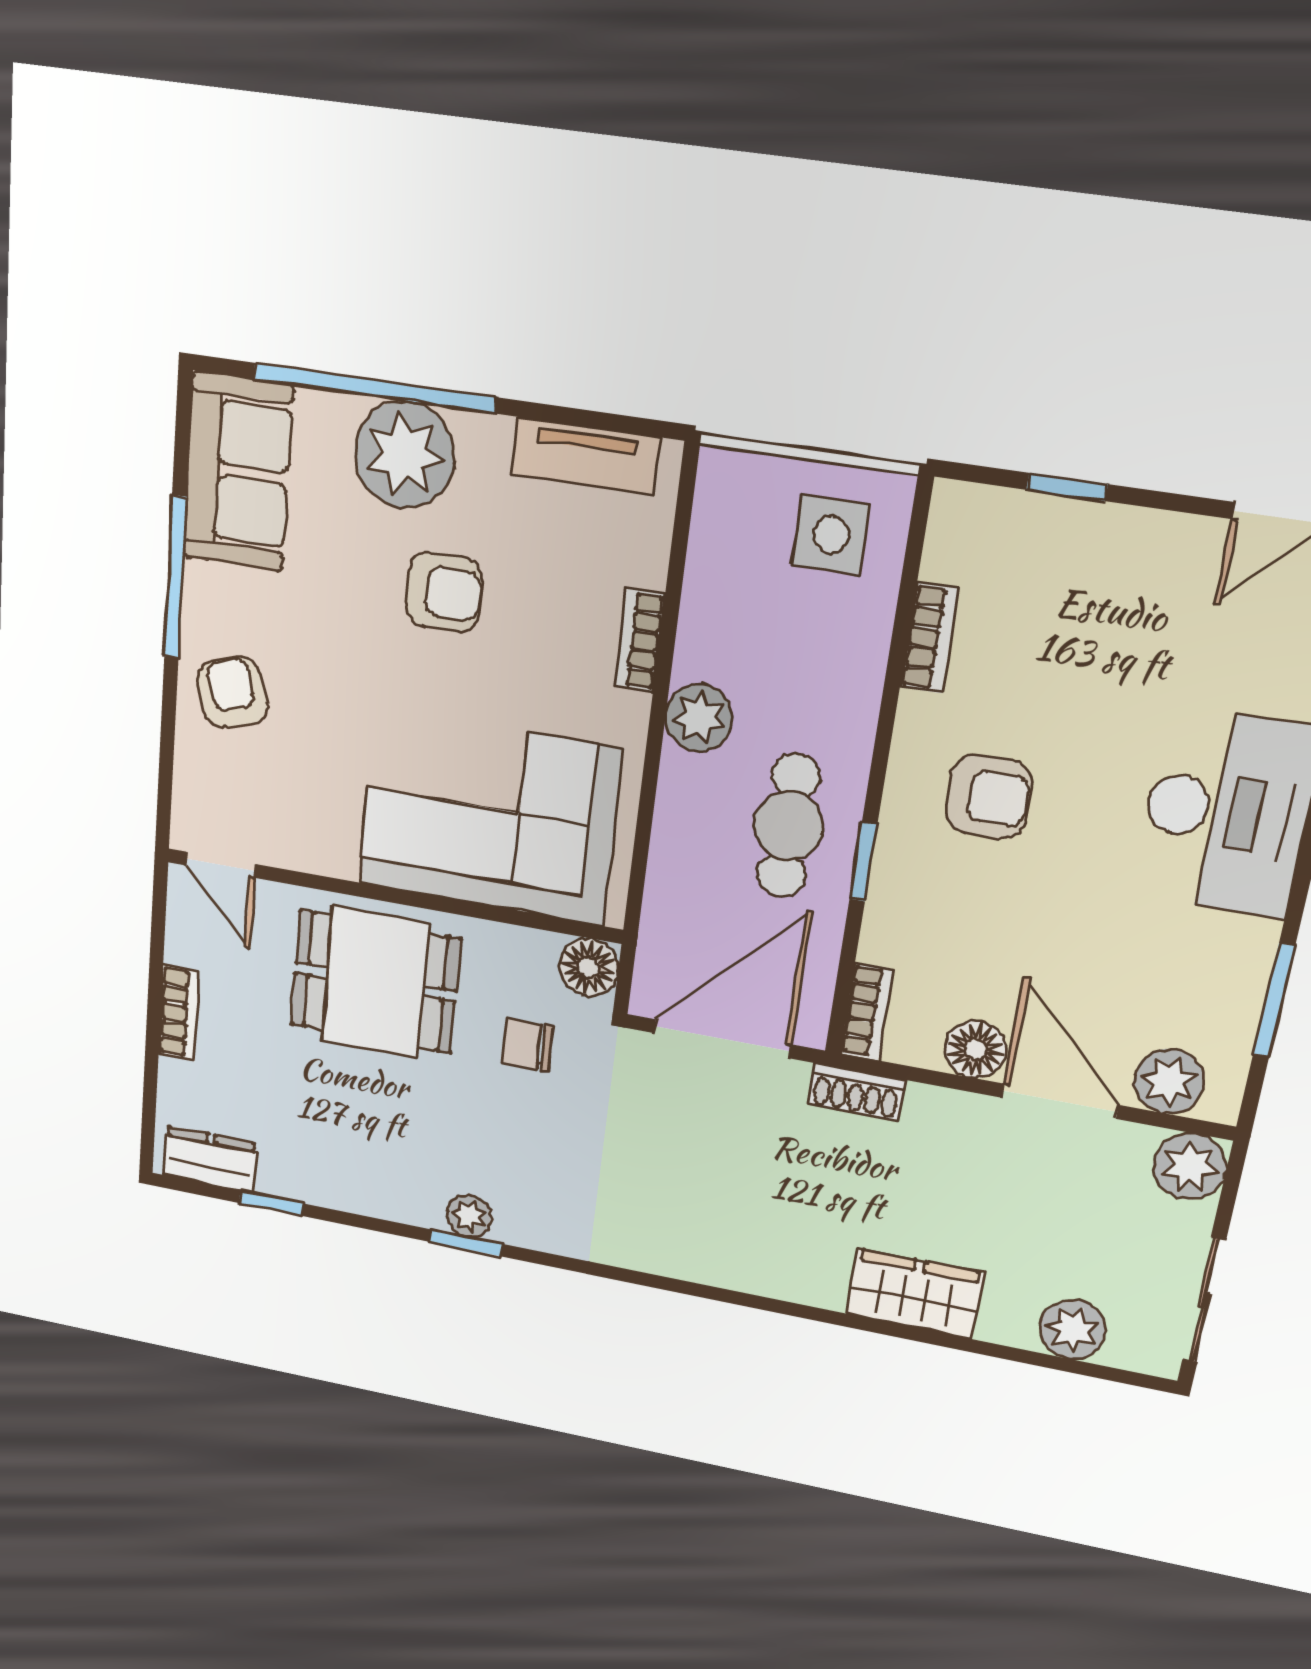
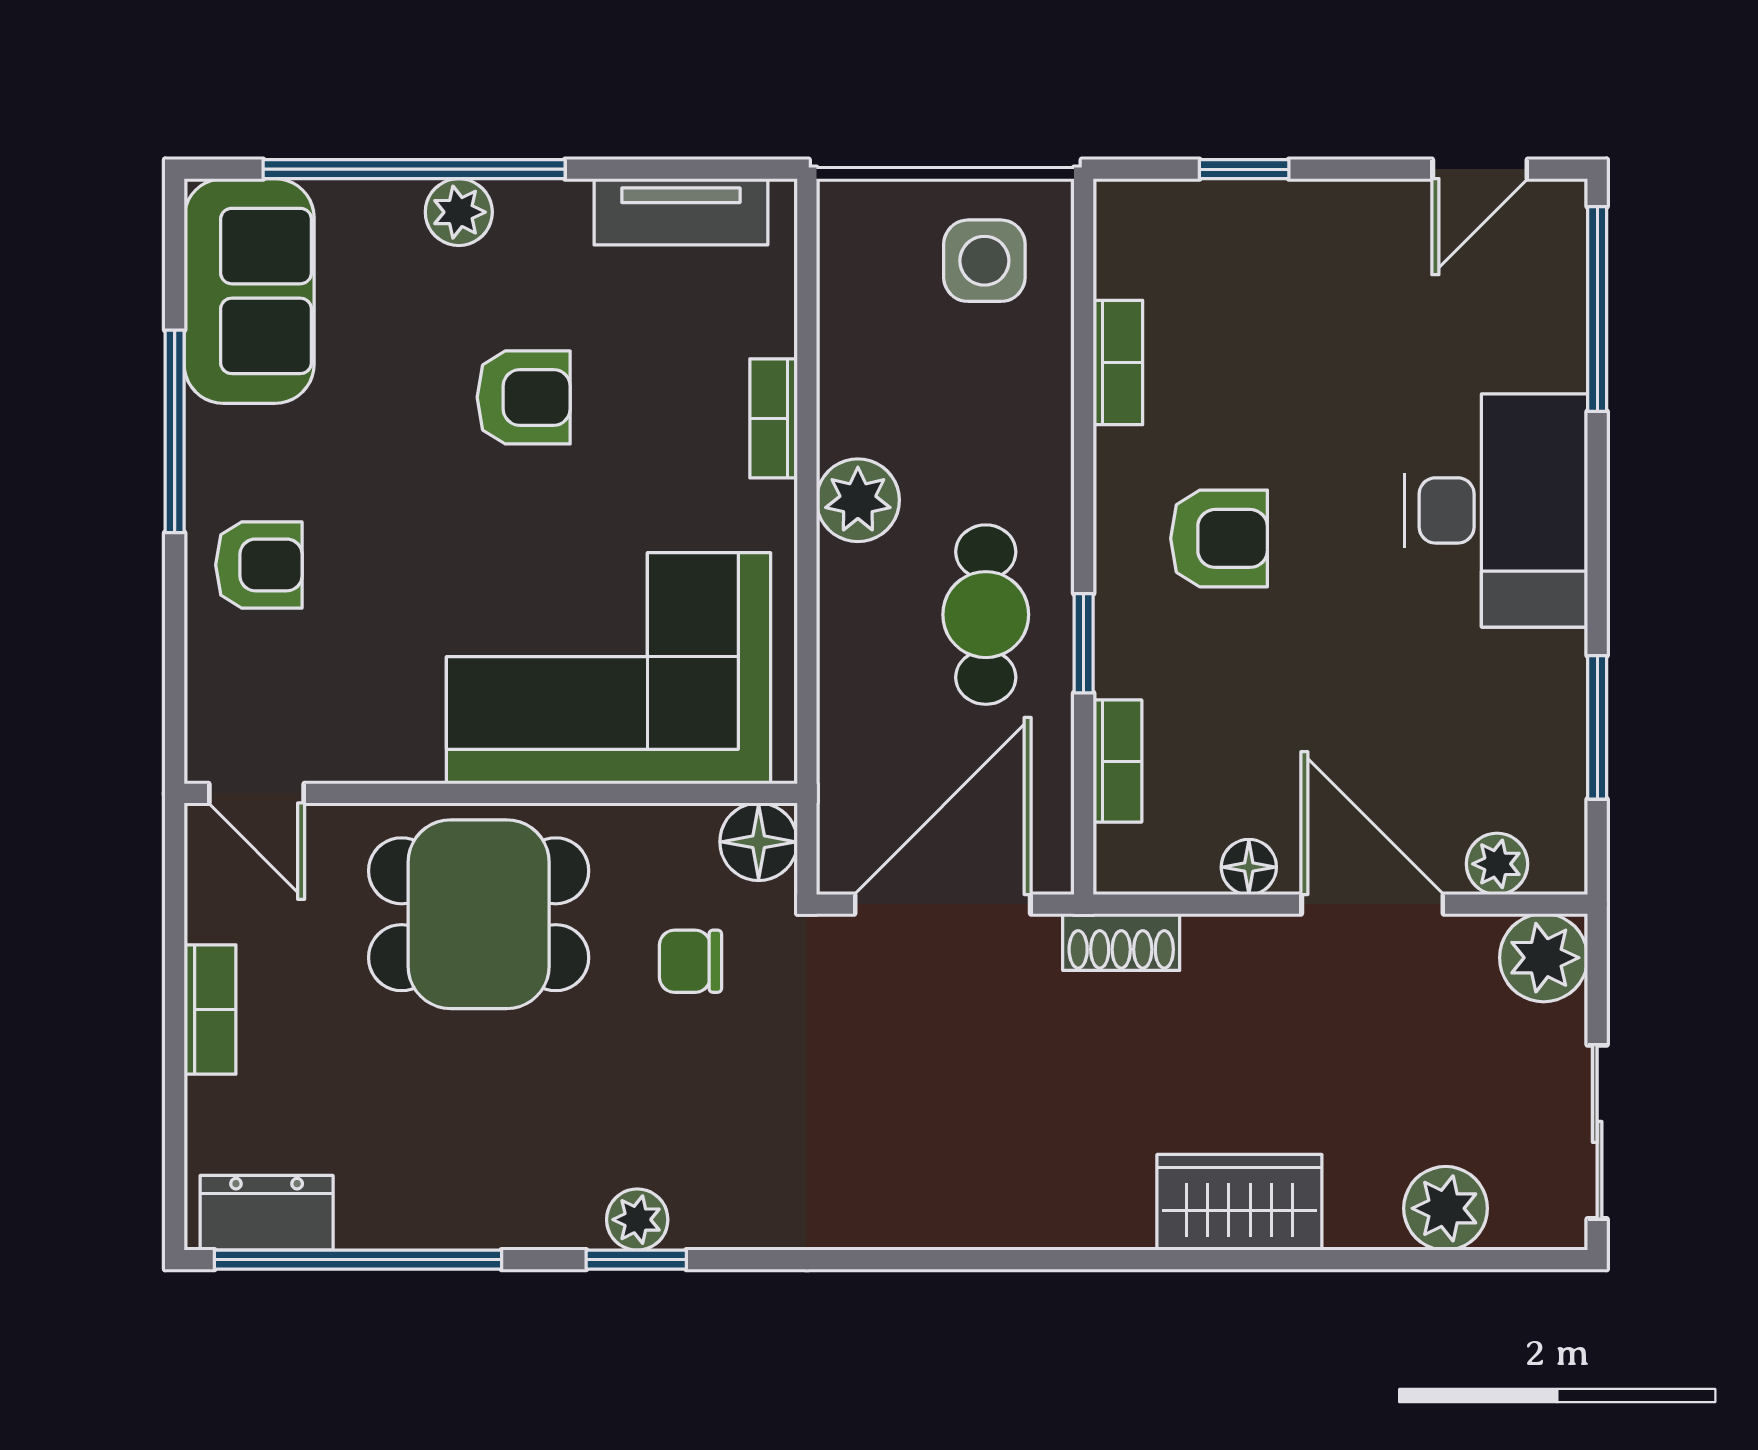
plant: (404, 455) -> (459, 212), width x0.53, depth x0.53
armchair: (232, 693) -> (259, 565), turned 107
bookcase: (867, 1012) -> (1117, 761), moved
floor lamp: (976, 1049) -> (1249, 867), width x0.73, depth x0.73
plant: (1169, 1081) -> (1497, 864), width x0.73, depth x0.73
window: (271, 1203) -> (358, 1260), width x3.17

